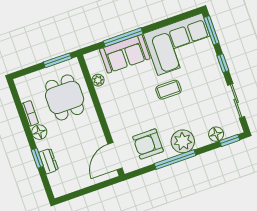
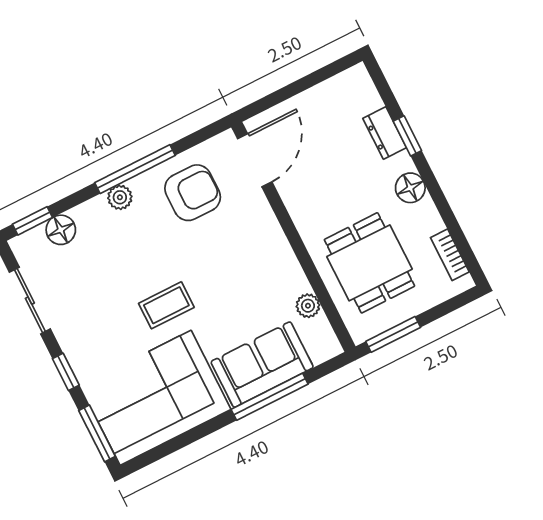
bookcase: (30, 113) -> (450, 255), moved
plant: (183, 141) -> (120, 197), width x0.53, depth x0.53

